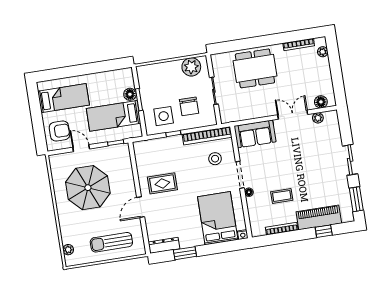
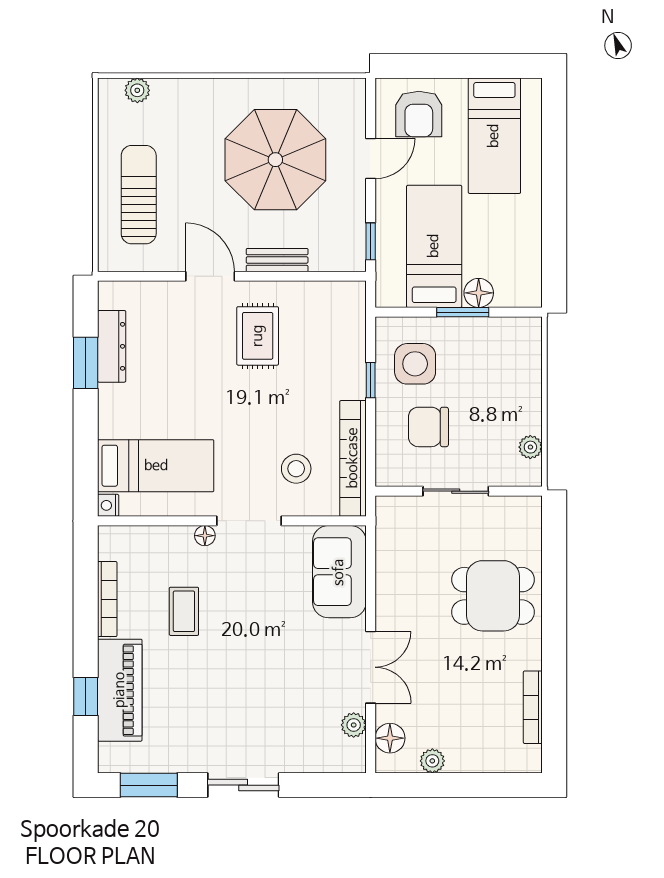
plant: (323, 52) -> (432, 761), moved
plant: (191, 67) -> (530, 447), width x0.53, depth x0.53
dining table: (255, 68) -> (493, 596), width x0.73
bench: (130, 180) -> (277, 260), added
bed: (218, 218) -> (156, 466), width x0.67
dresser: (164, 245) -> (112, 346), moved

